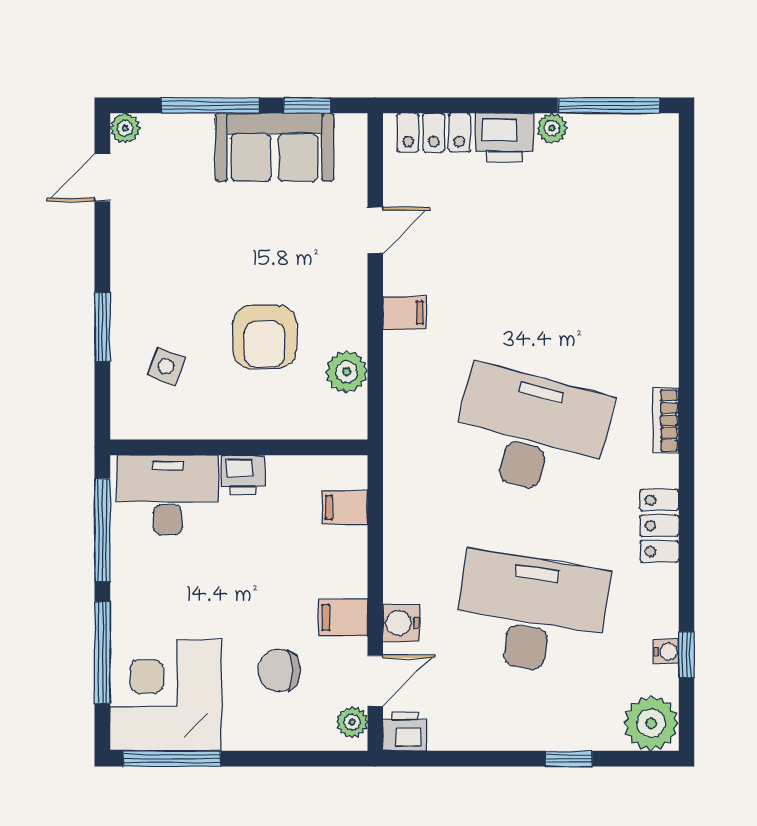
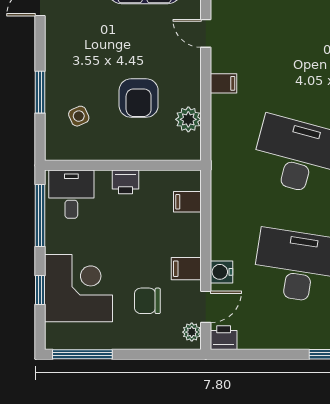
door: (375, 230) -> (206, 33), swing flipped
side table: (166, 366) -> (79, 116), turned 45
desk: (168, 495) -> (71, 194), width x0.73
window: (102, 653) -> (40, 290), width x0.46
corner desk: (166, 695) -> (79, 288), moved, turned 90

